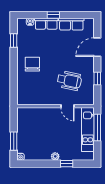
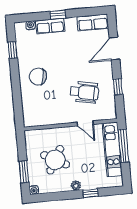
row of seats: (71, 24) -> (93, 23), moved
chair: (32, 64) -> (38, 77), turned -78
round table: (40, 134) -> (55, 160), added

